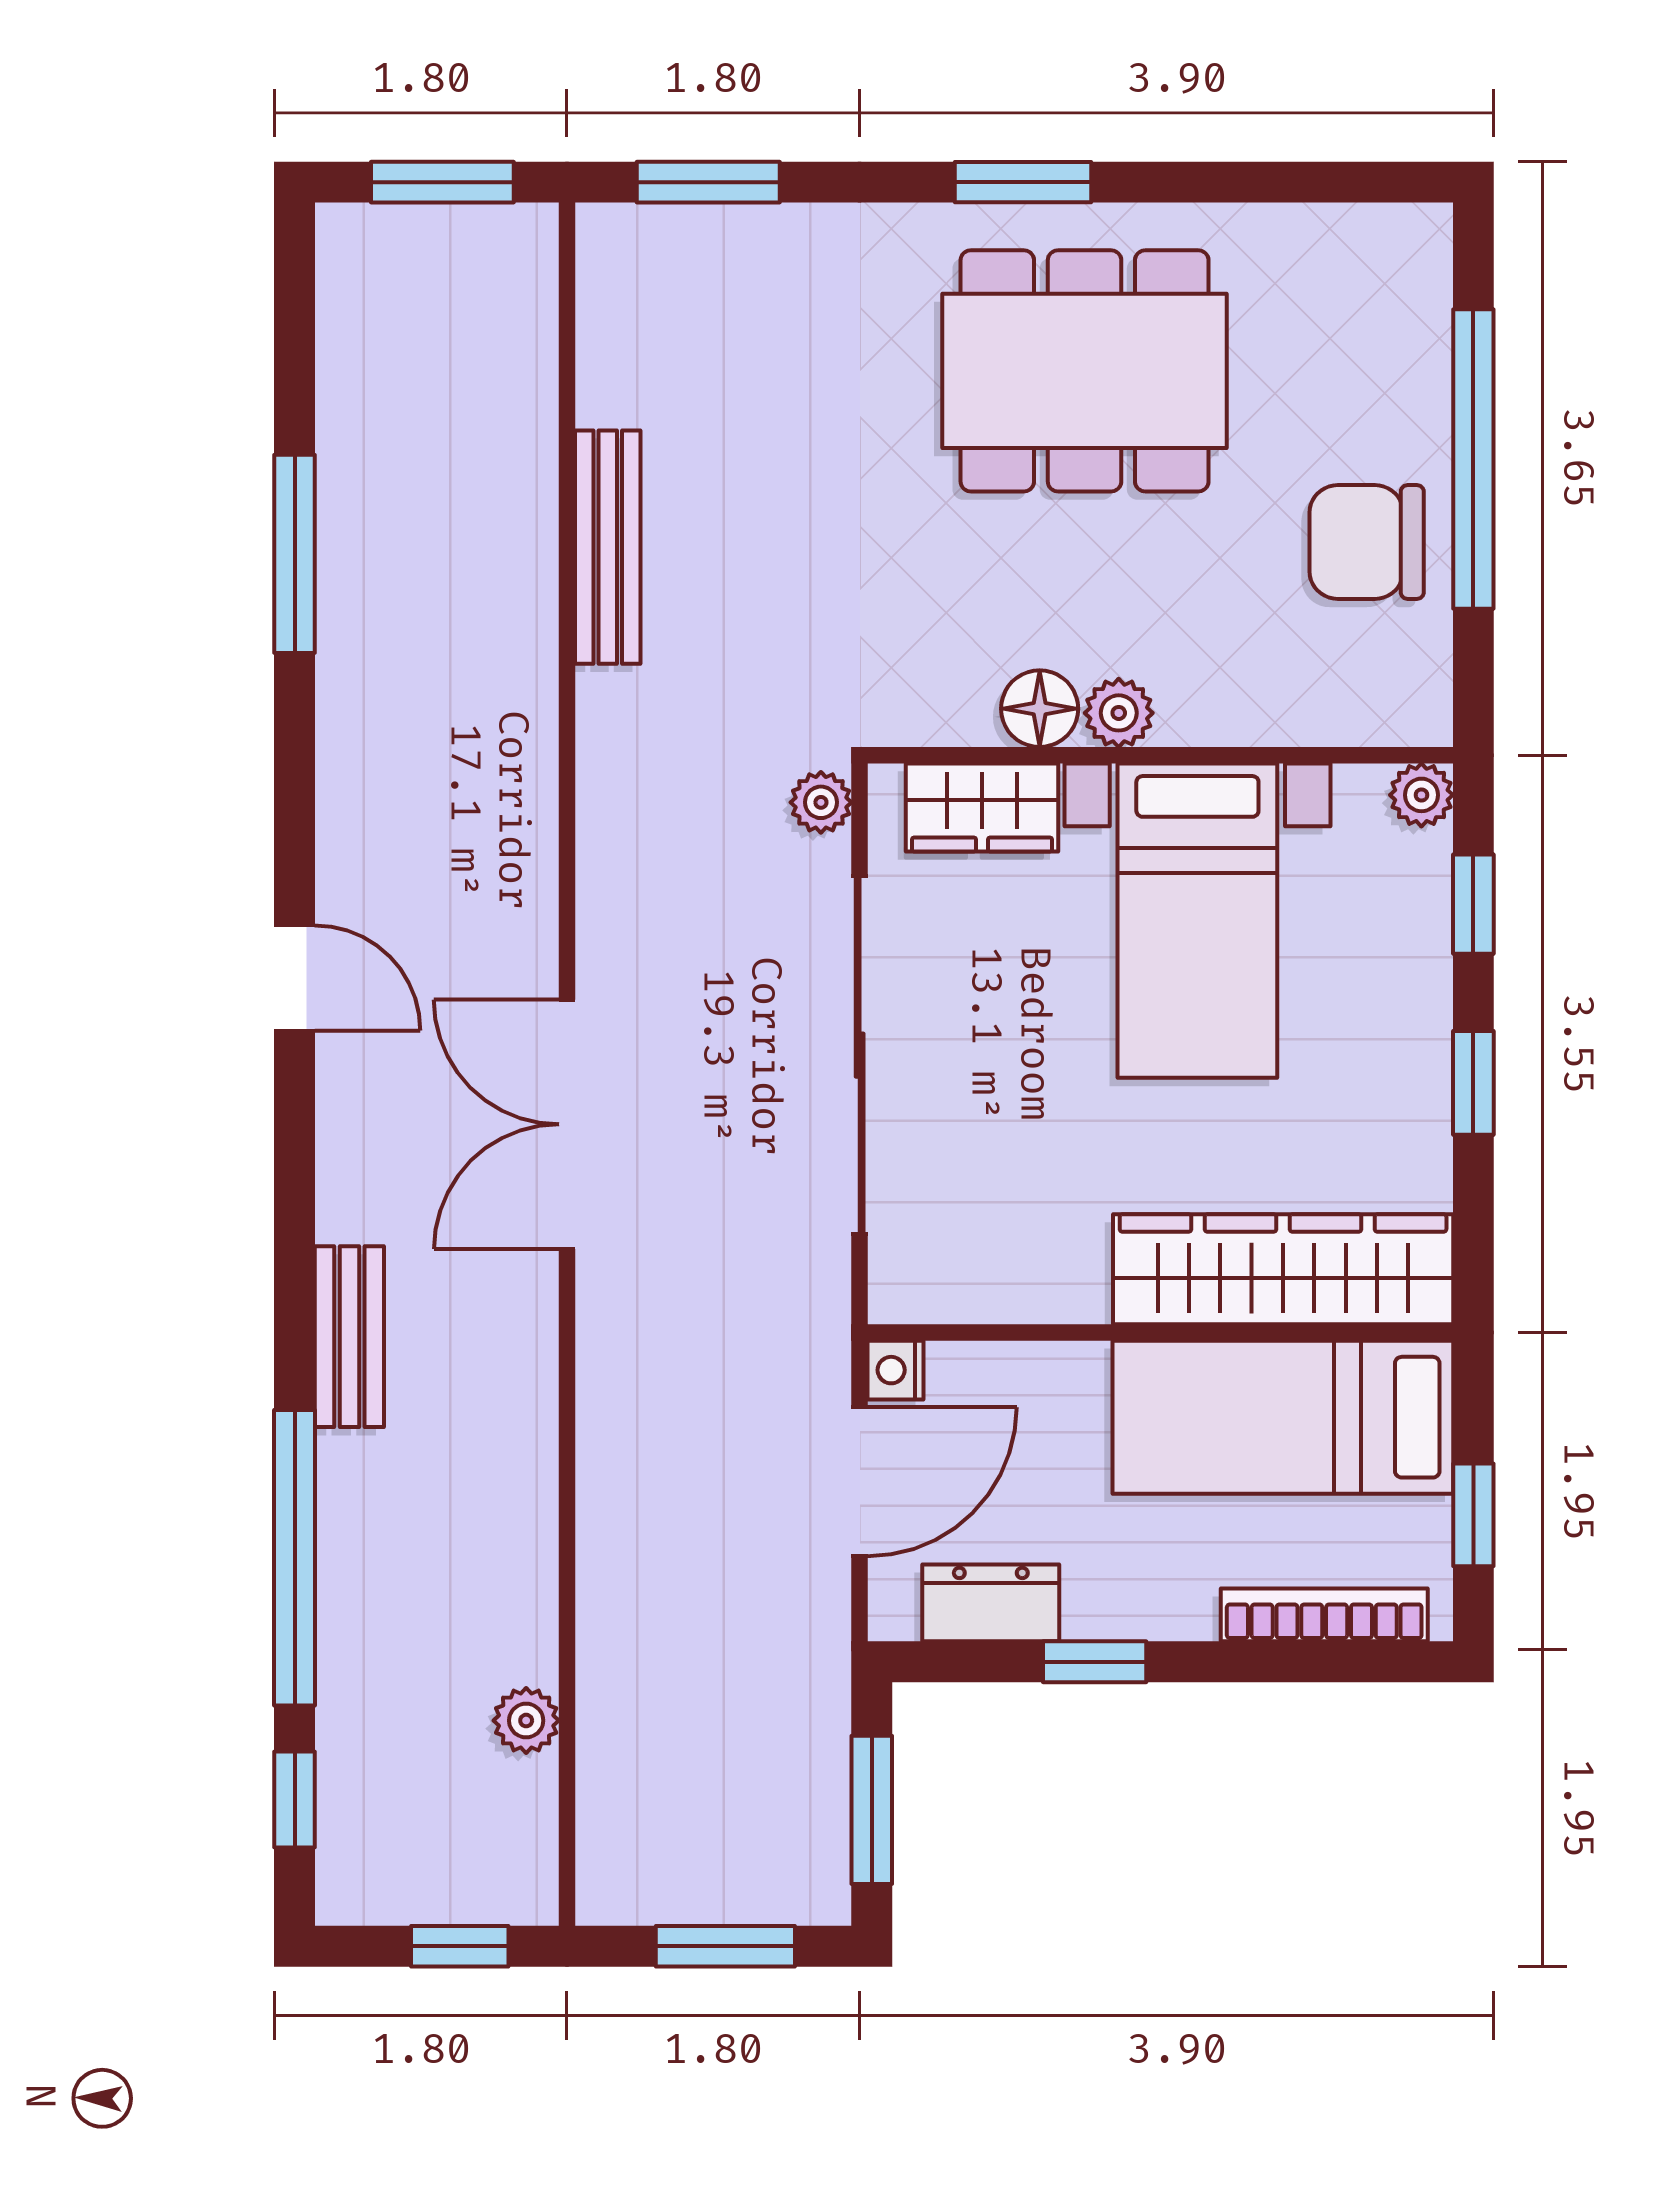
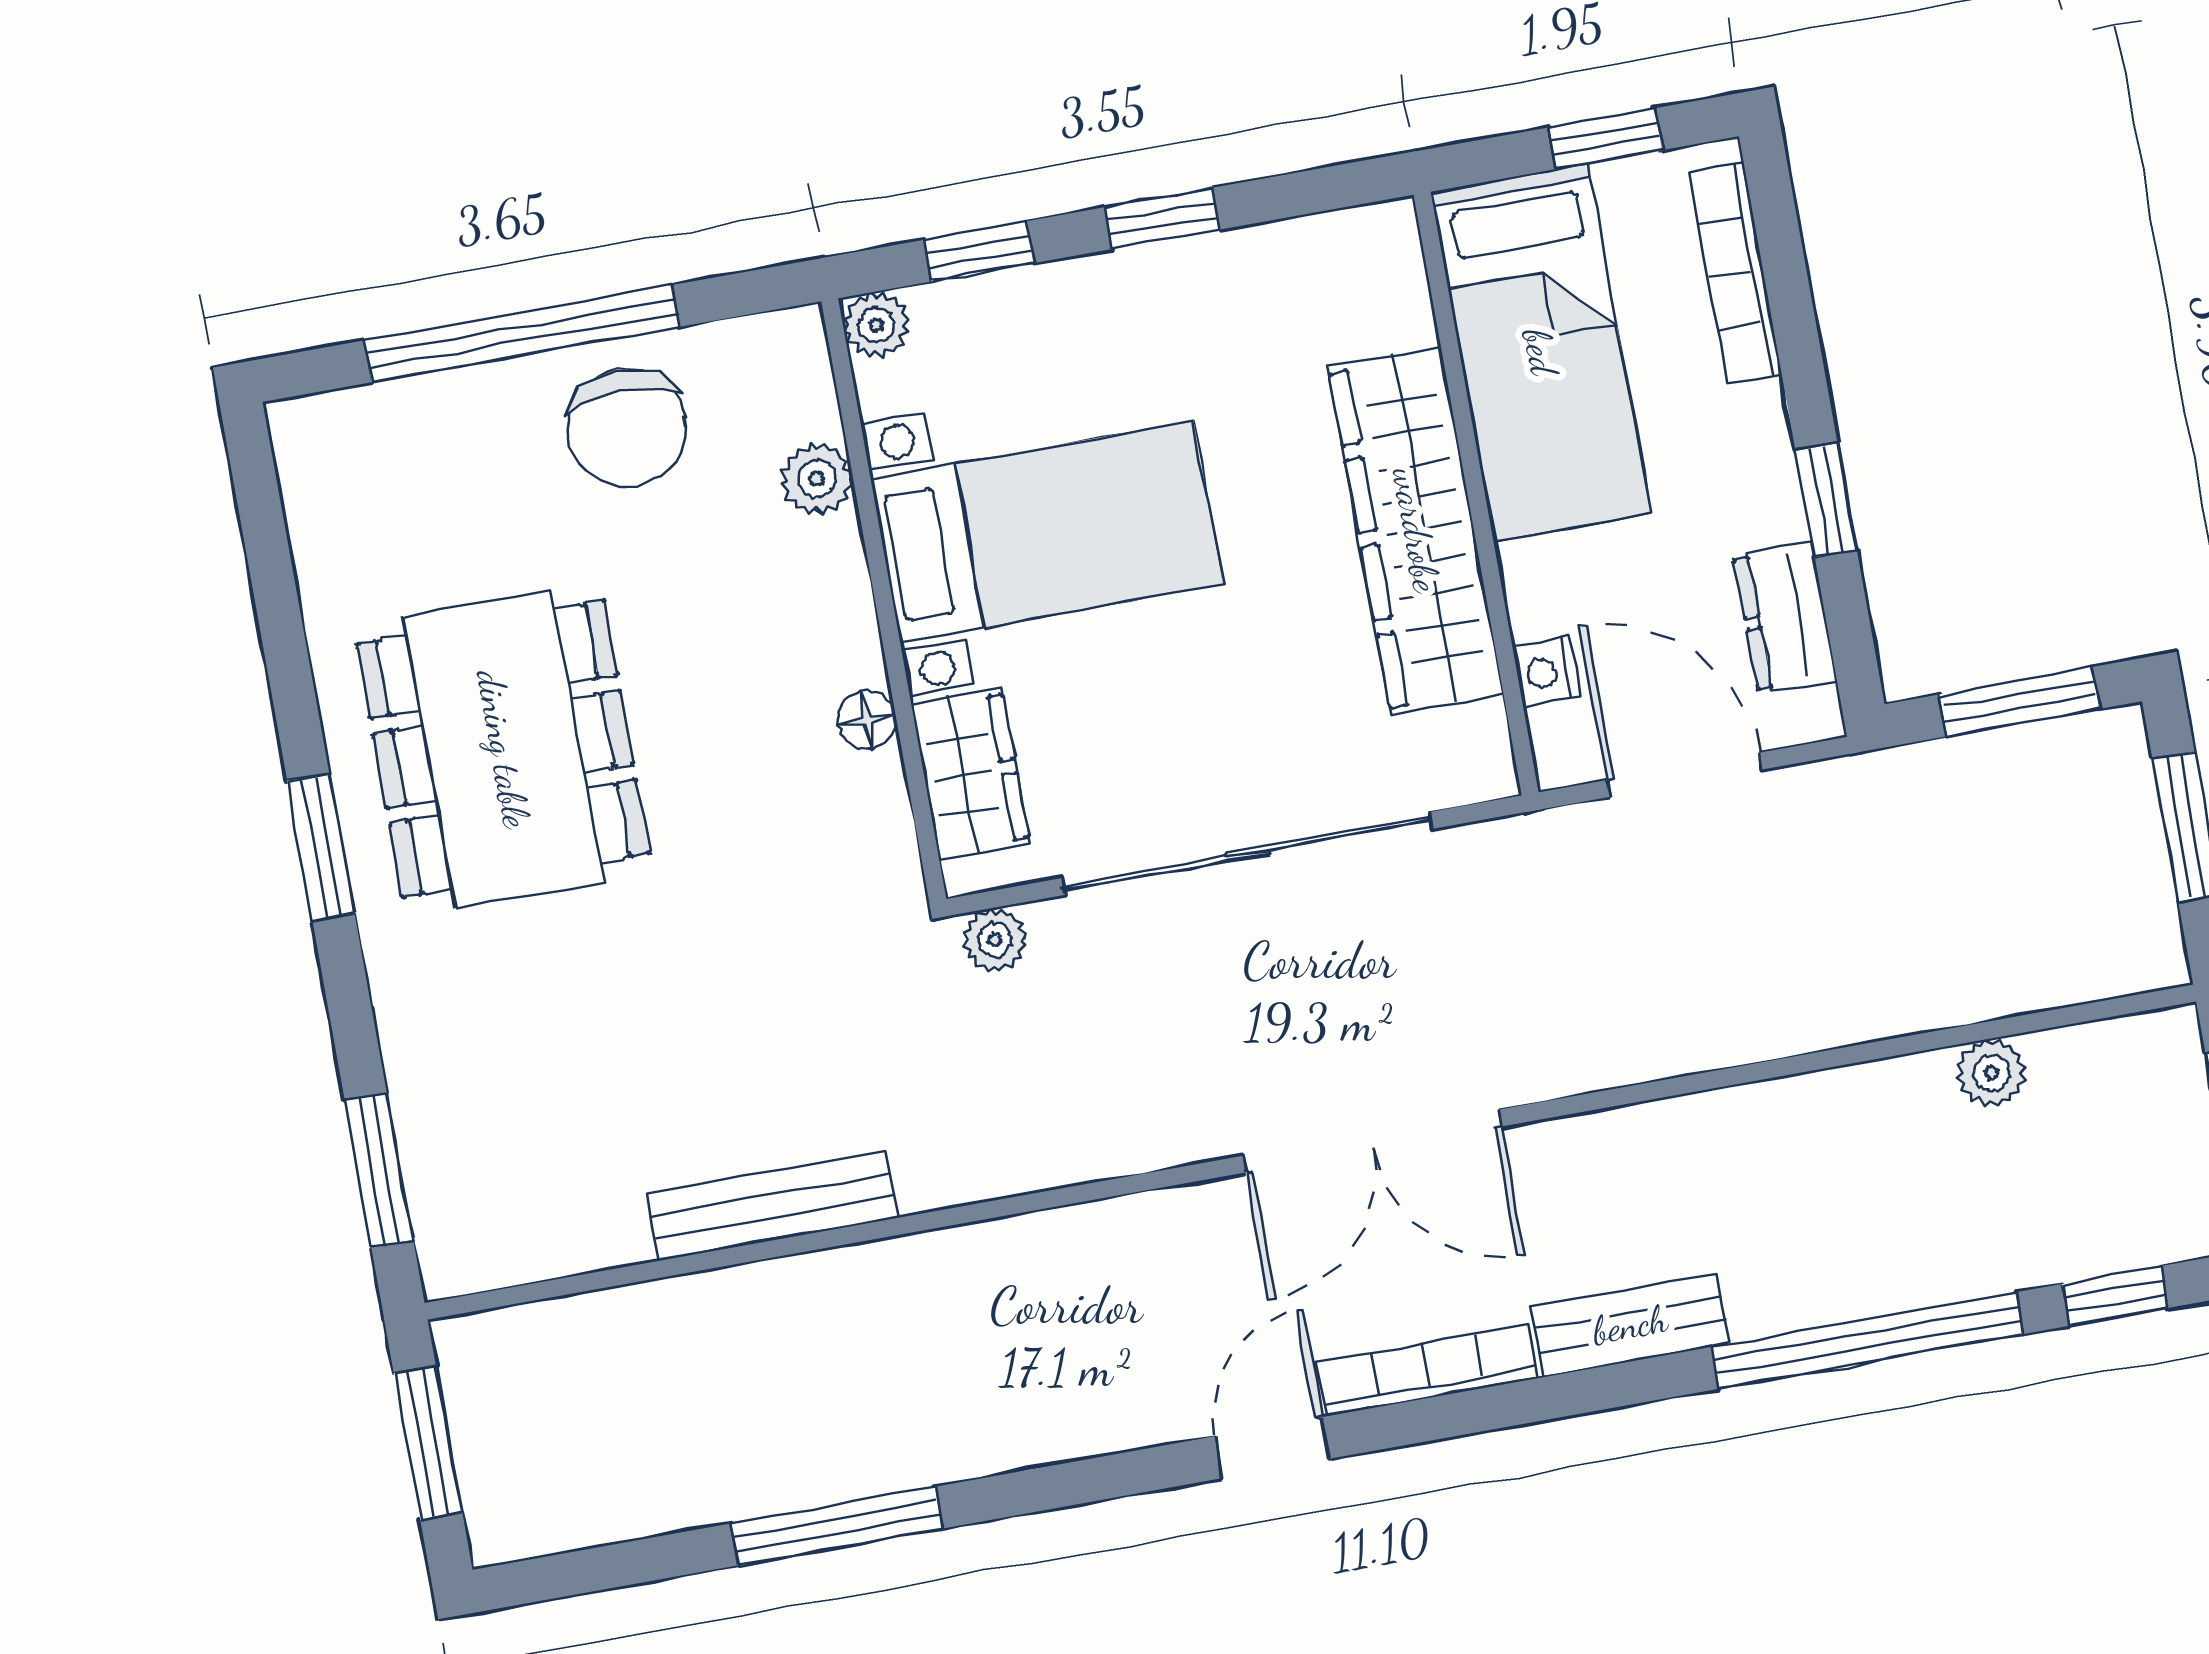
floor lamp: (1040, 709) -> (867, 720), width x0.73, depth x0.73
plant: (1119, 713) -> (817, 479), moved
bookcase: (341, 1137) -> (1427, 1370), added
wardrobe: (1283, 1269) -> (1416, 530), moved
nightstand: (896, 1370) -> (1546, 672), moved, turned 90

